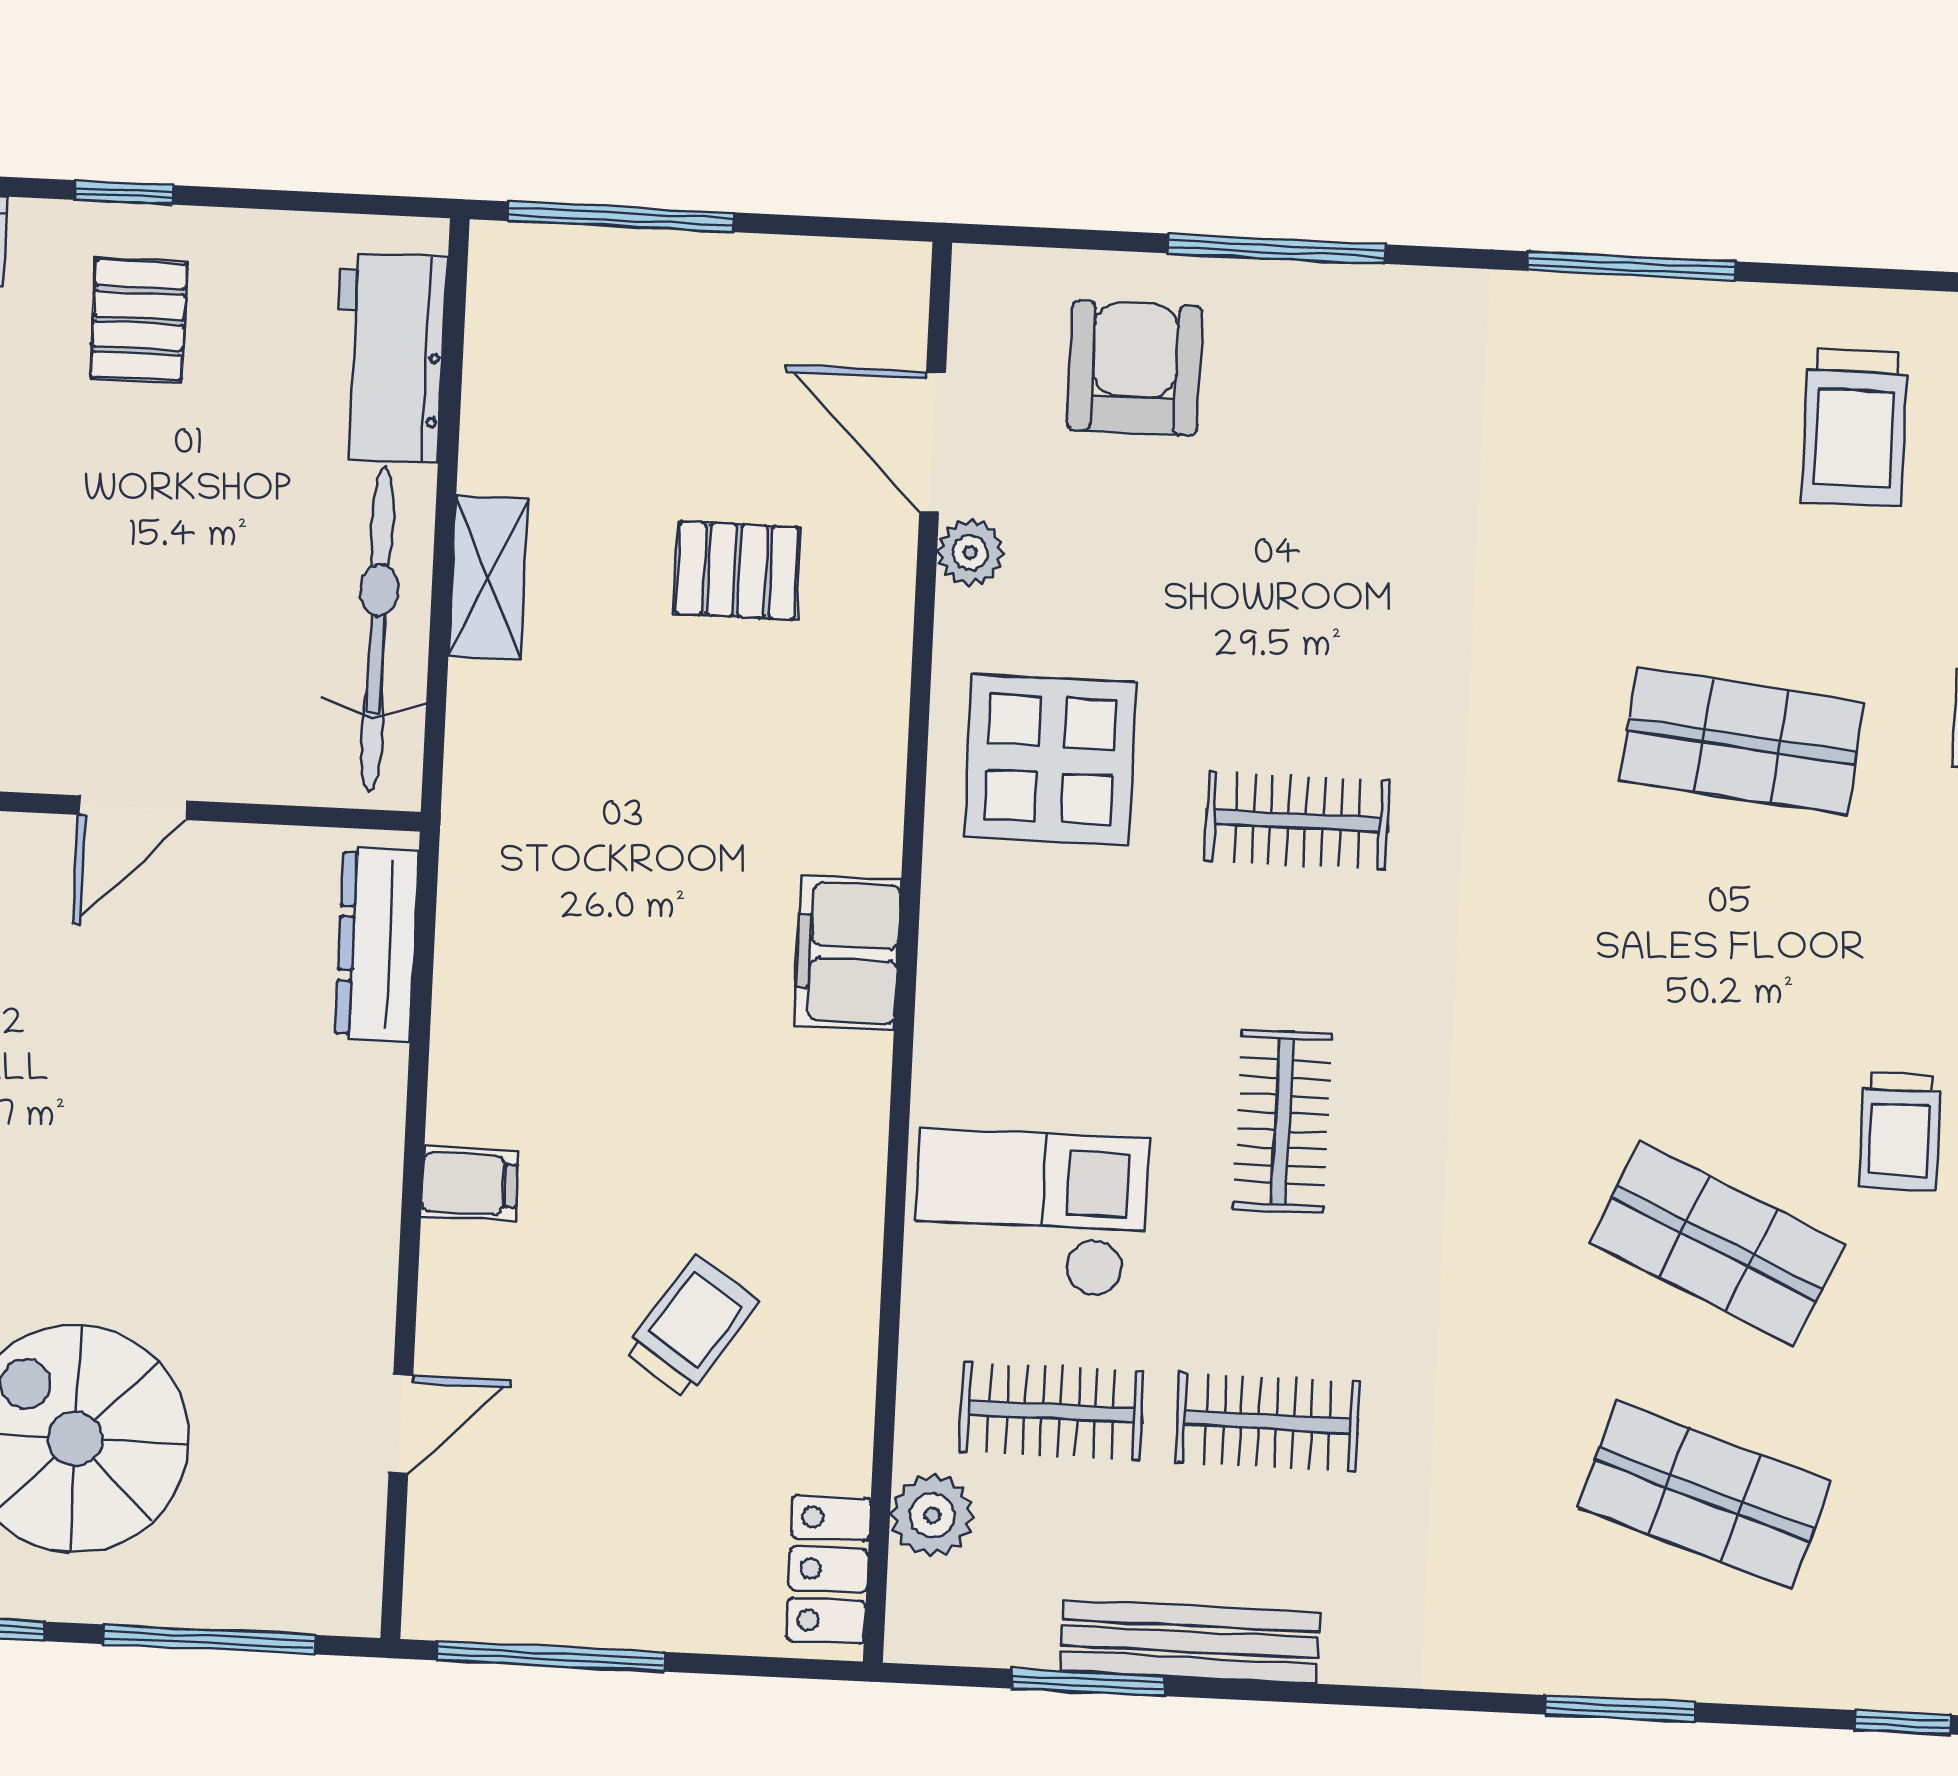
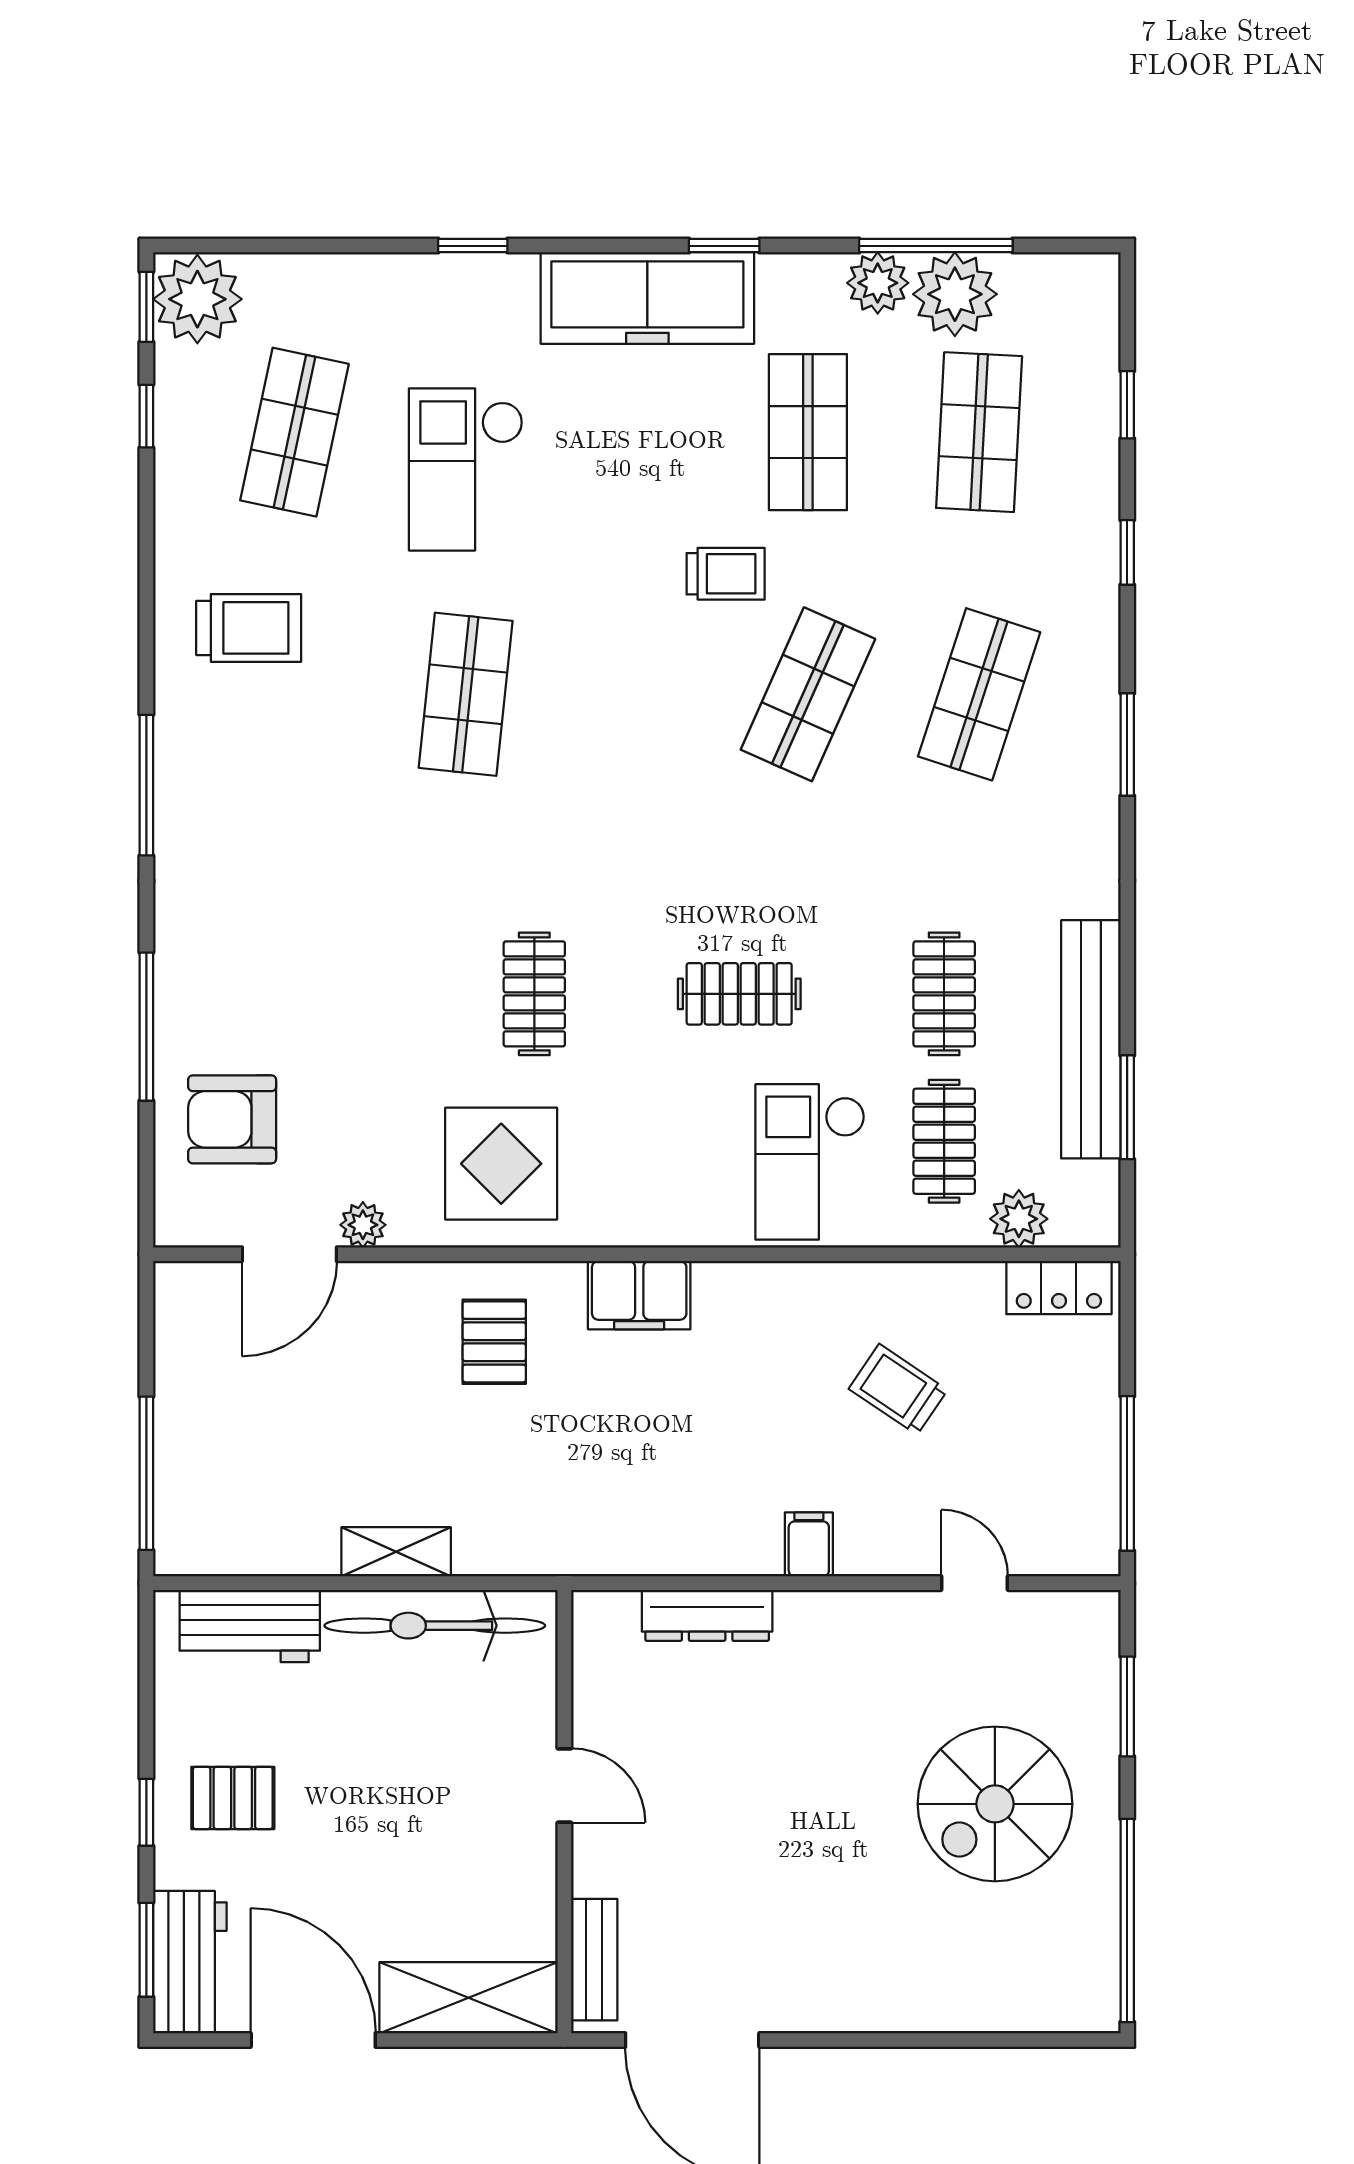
pallet: (737, 570) -> (494, 1342), moved
dresser: (377, 944) -> (707, 1615), moved
window: (209, 1639) -> (1127, 1706), width x0.69
bench: (1190, 1642) -> (1091, 1039), width x1.37, depth x1.21

